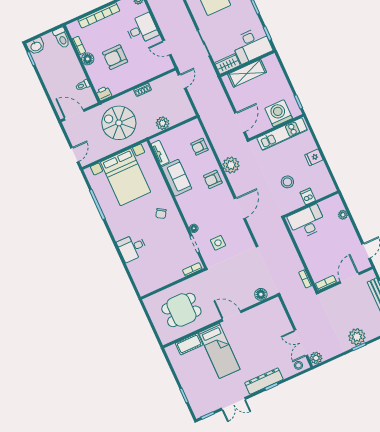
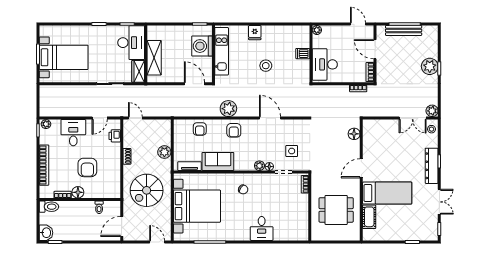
printer: (104, 93) -> (115, 136), moved
dishwasher: (308, 196) -> (303, 54), moved
wall: (311, 204) -> (311, 54), moved
plant: (190, 219) -> (259, 166), added
desk: (307, 222) -> (325, 64), moved
dining table: (181, 310) -> (336, 210), turned 90

